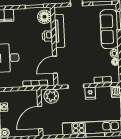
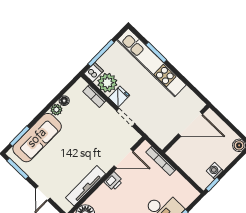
printer: (47, 36) -> (114, 181), moved
plant: (51, 96) -> (107, 83), moved

